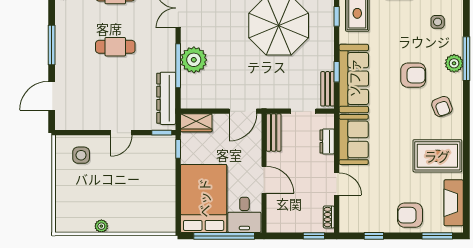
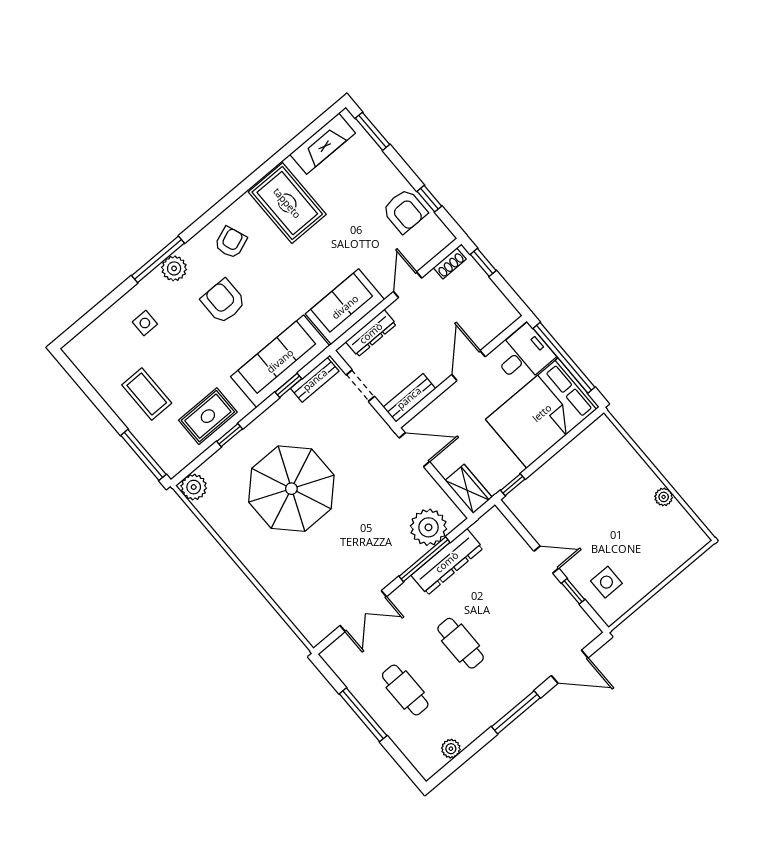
plant: (194, 60) -> (428, 527), moved
dresser: (166, 98) -> (447, 562), moved
window: (162, 133) -> (573, 591), moved
dresser: (327, 141) -> (371, 333), width x1.44
armchair: (410, 215) -> (405, 211), moved

